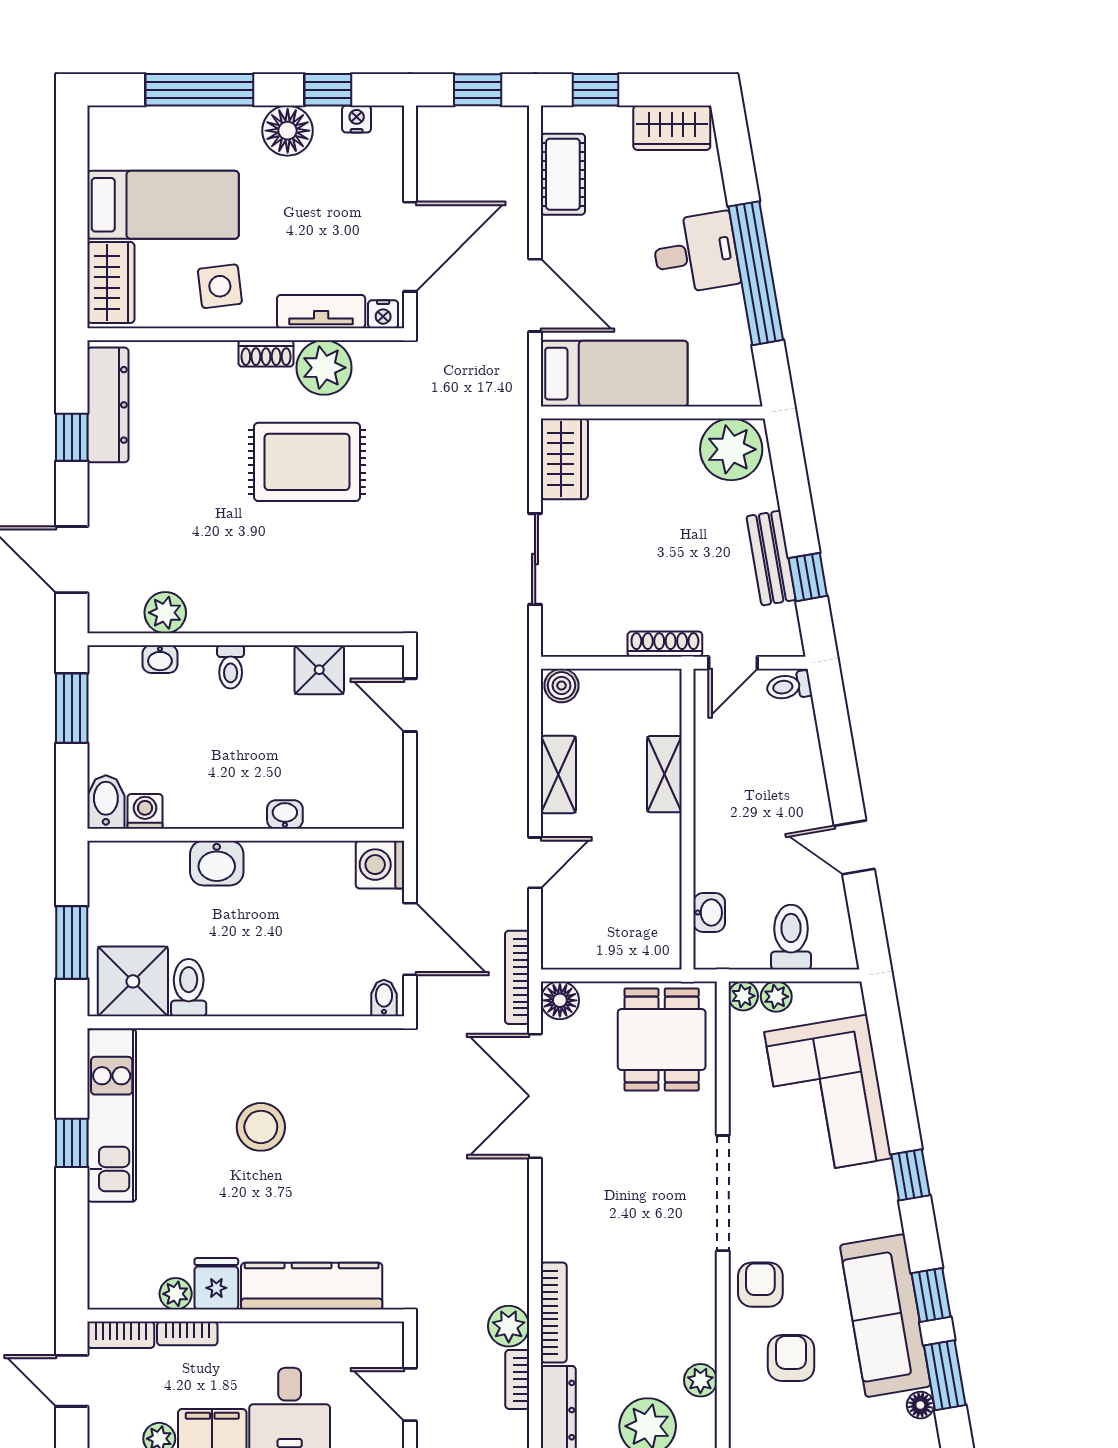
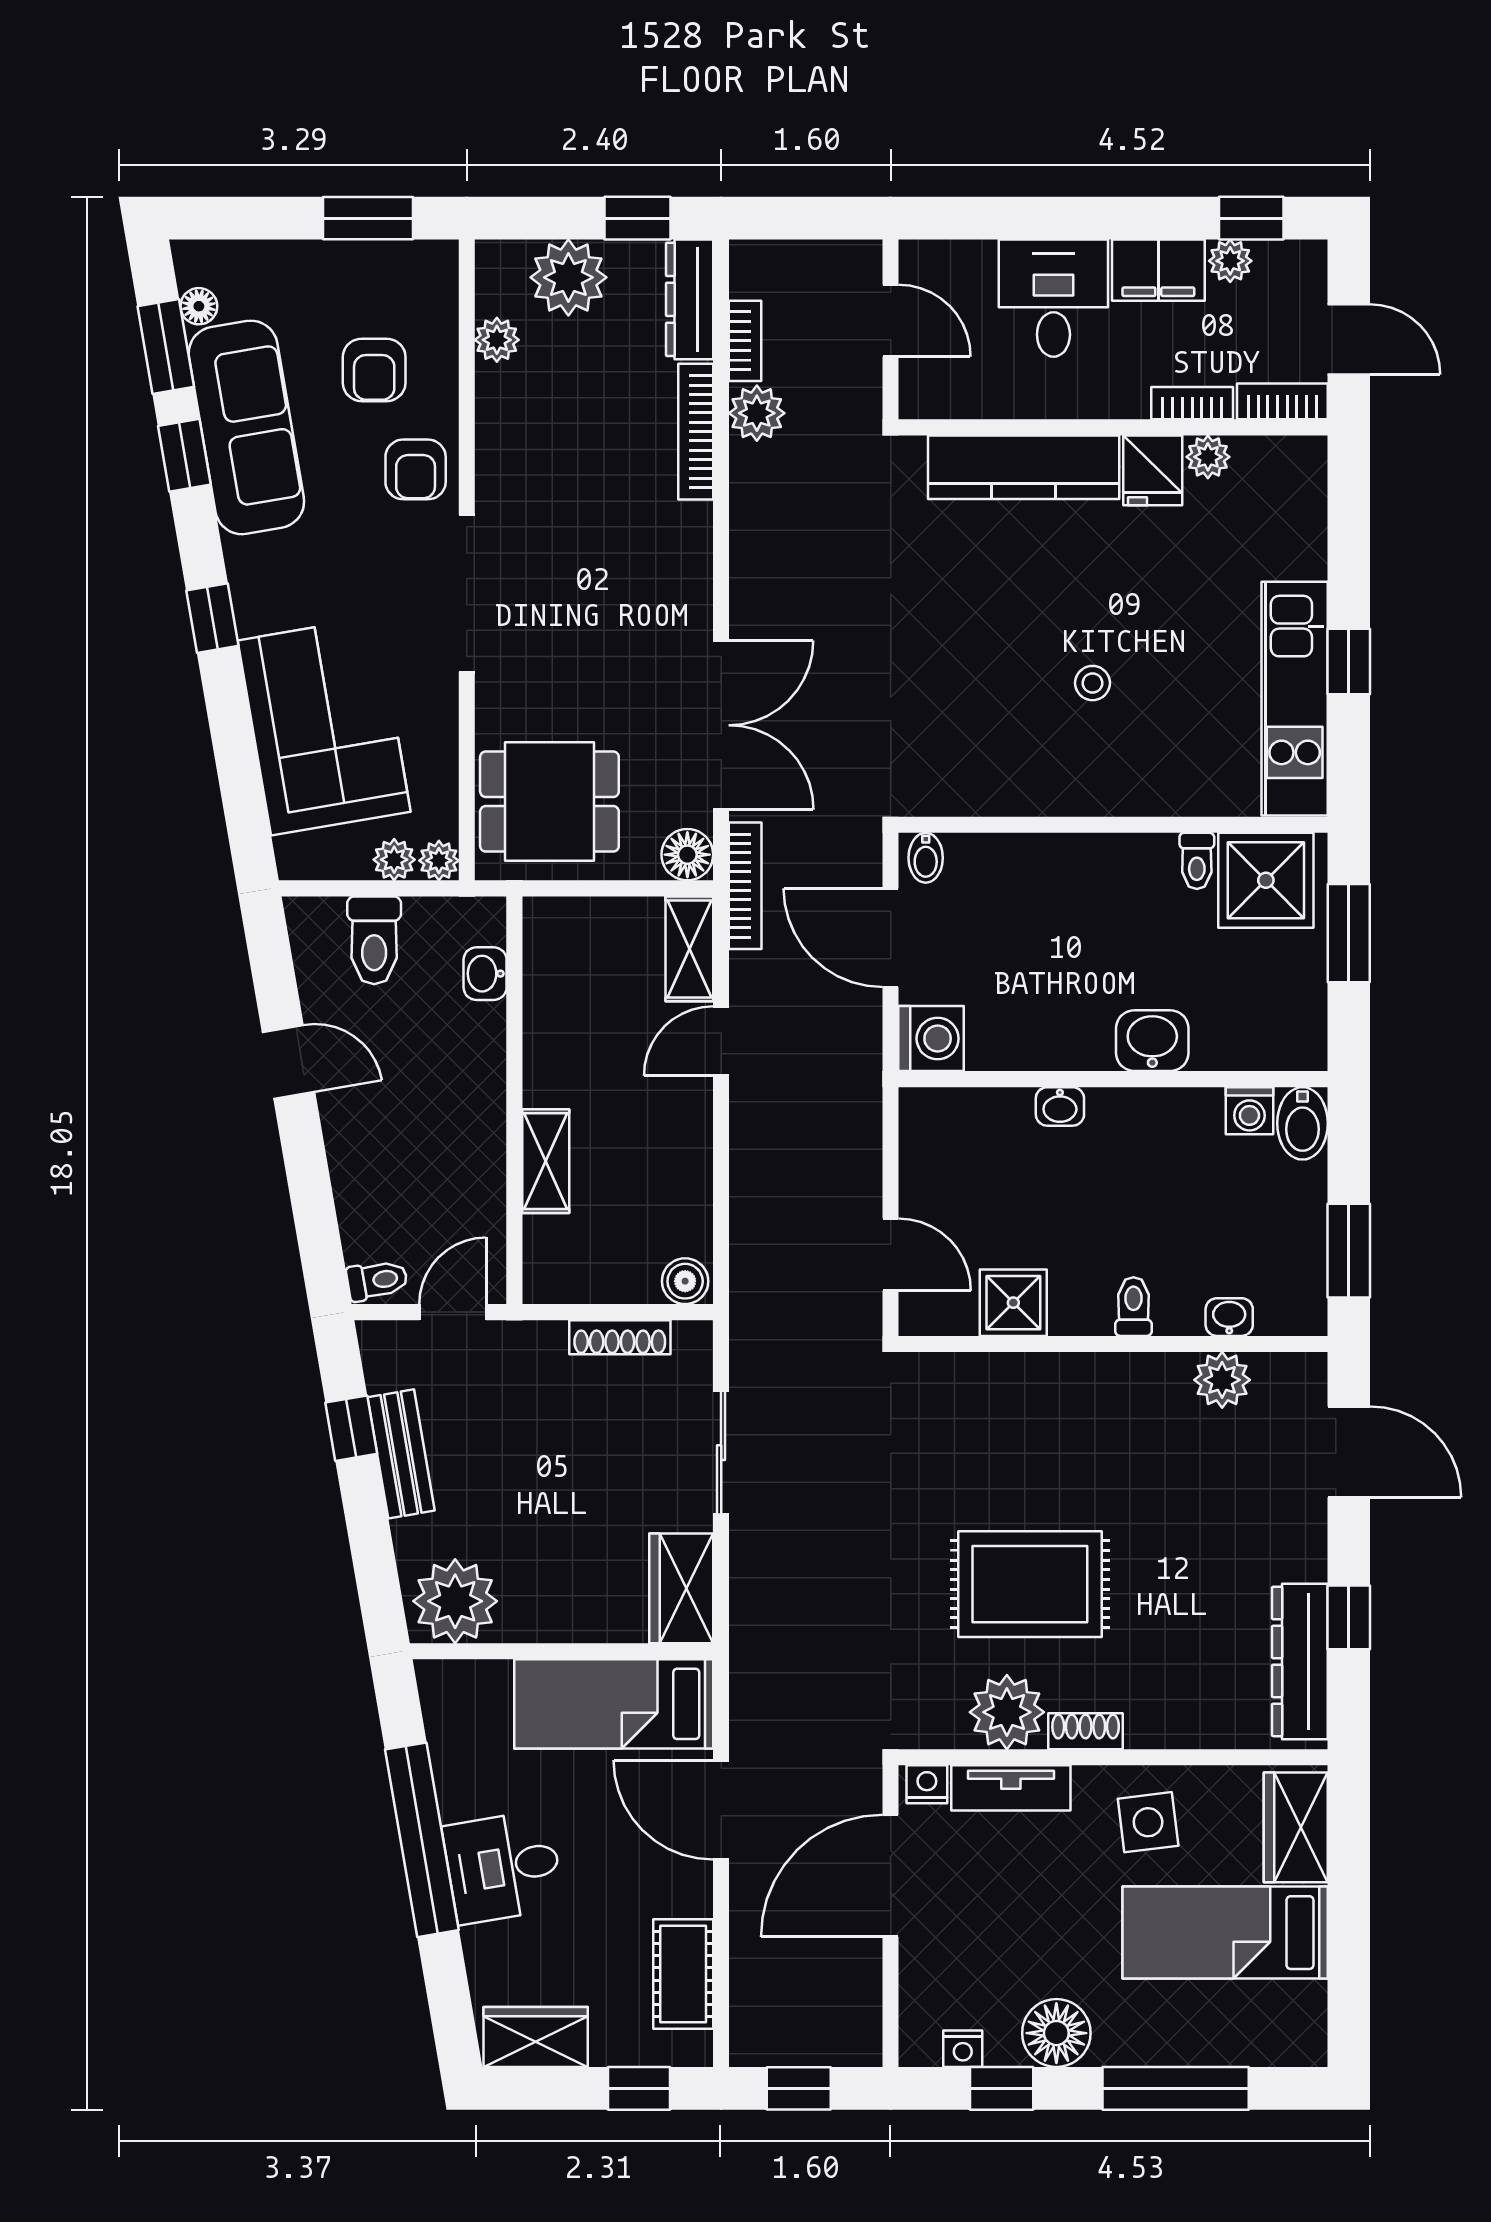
shoe rack: (665, 644) -> (620, 1337), moved
shelving: (558, 774) -> (689, 949), moved
toilet: (189, 988) -> (1197, 861), width x0.73, depth x0.72
dining table: (662, 1040) -> (549, 802), turned 90
stool: (261, 1127) -> (1092, 683), width x0.53, depth x0.53

